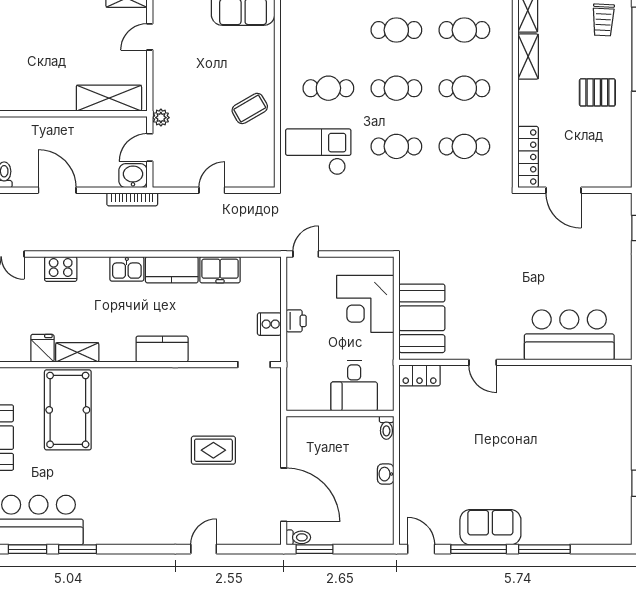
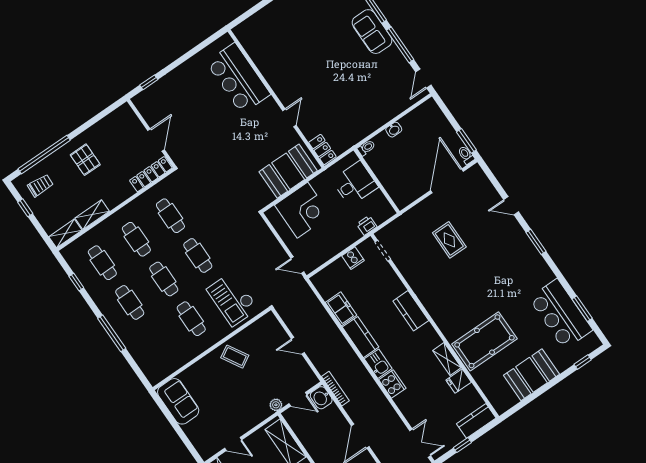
cooker: (61, 269) -> (392, 384), moved
printer: (296, 321) -> (367, 225), moved
sofa: (490, 527) -> (372, 32), moved
window: (78, 549) -> (536, 242), moved

